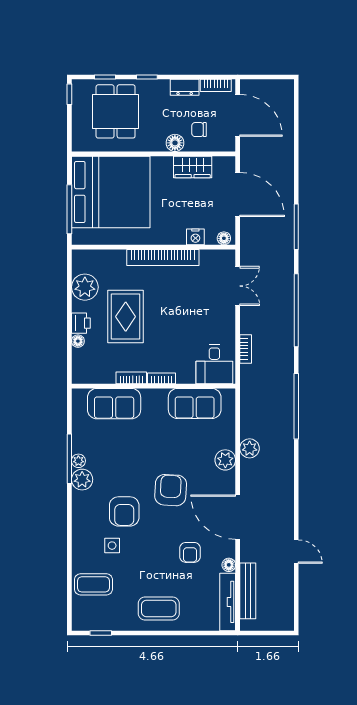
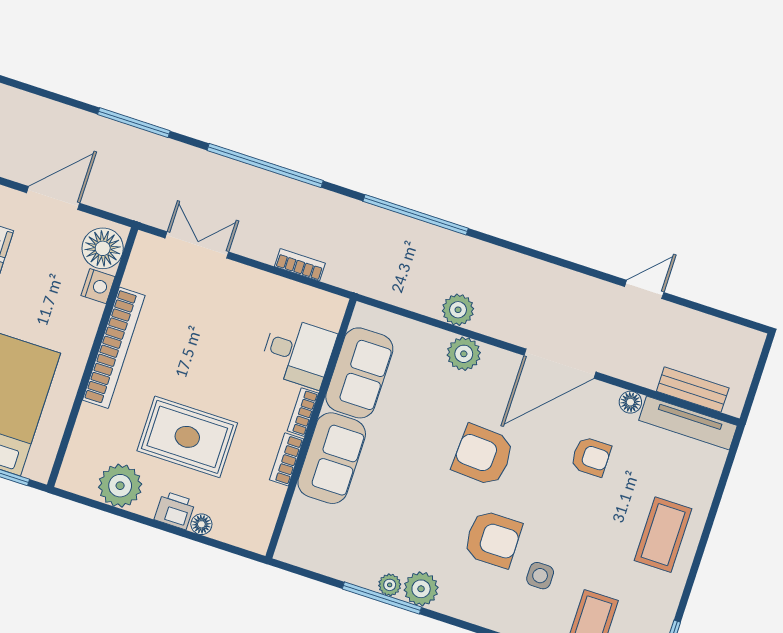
door: (238, 195) -> (53, 198), width x0.73
floor lamp: (224, 238) -> (103, 248), width x1.89, depth x1.89
desk: (214, 364) -> (298, 352), moved
sofa: (114, 404) -> (332, 458), moved
bench: (248, 591) -> (693, 390), width x0.73

